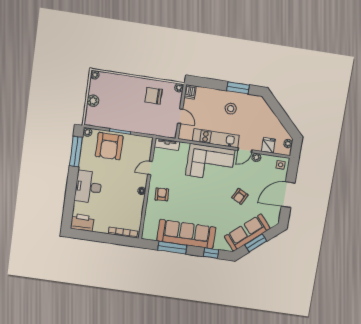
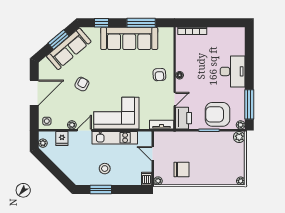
plant: (93, 101) -> (239, 137), moved
armchair: (109, 146) -> (218, 114), turned -90
printer: (82, 222) -> (184, 118), moved, turned -90

